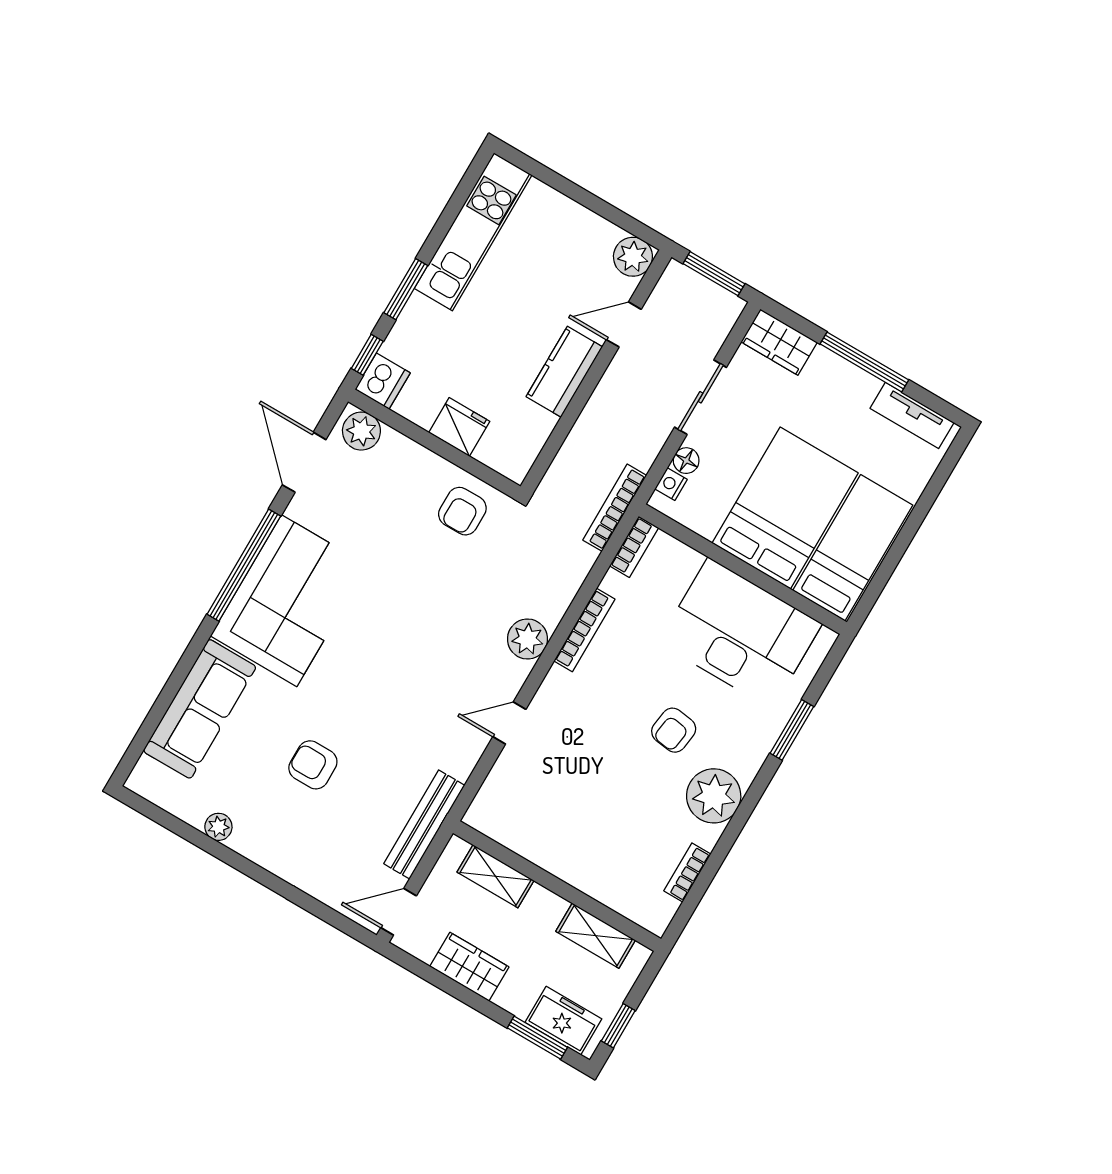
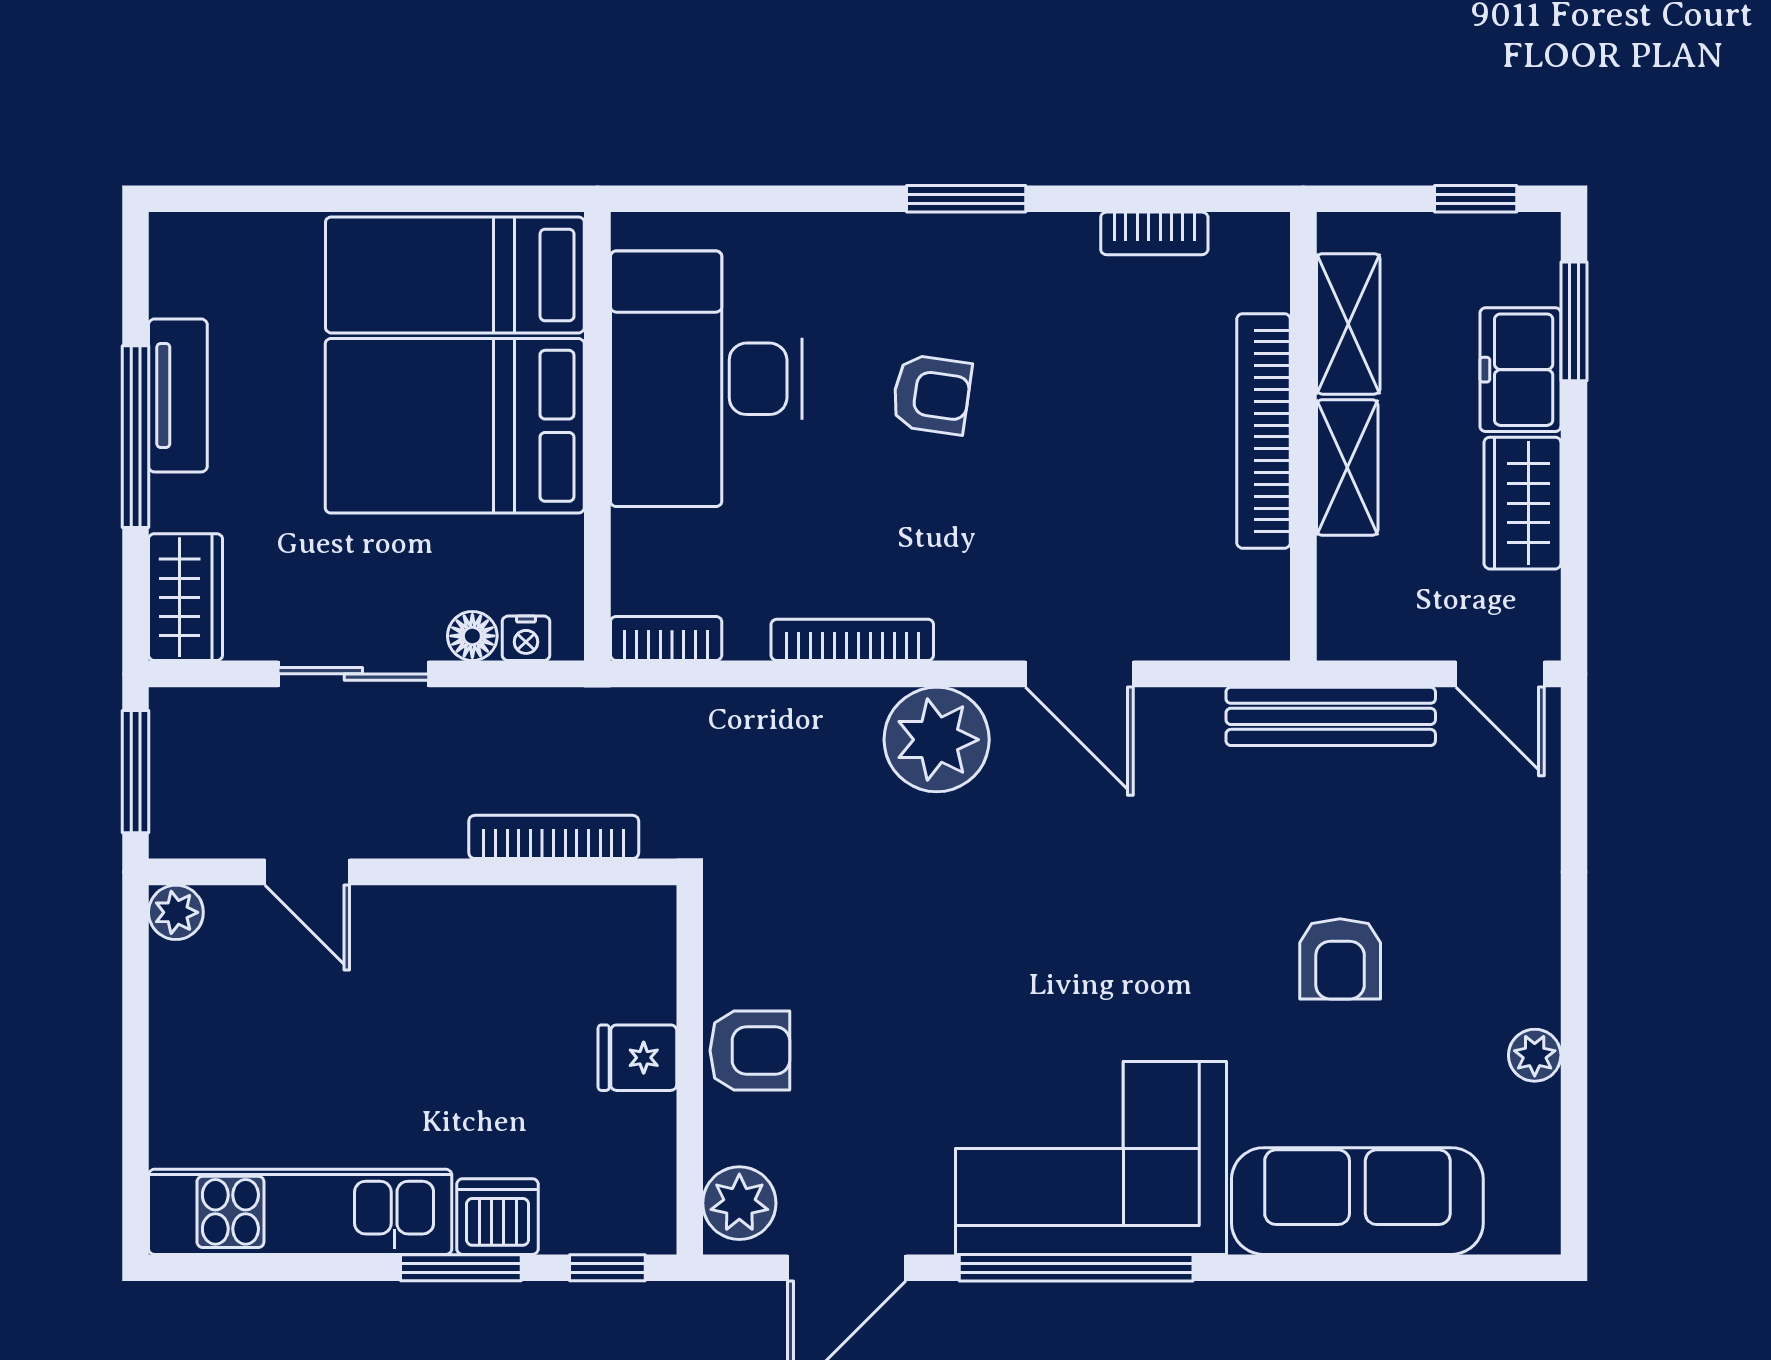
plant: (633, 257) -> (176, 912), width x0.73, depth x0.73
kitchen counter: (564, 372) -> (444, 924), removed
dishwasher: (383, 381) -> (498, 1217), moved
tv unit: (912, 415) -> (178, 395), moved
fridge: (459, 427) -> (637, 1058), width x0.72
bookcase: (615, 508) -> (554, 837), moved, turned 180
armchair: (462, 511) -> (750, 1051), moved
plant: (527, 639) -> (937, 740), width x1.36, depth x1.36
door: (509, 723) -> (1079, 674), width x1.38
window: (792, 730) -> (966, 199), moved
plant: (714, 796) -> (1002, 264), removed
bookcase: (570, 870) -> (1264, 431), added
shelving: (496, 876) -> (1347, 467), moved
freezer: (563, 1021) -> (1520, 370), moved

